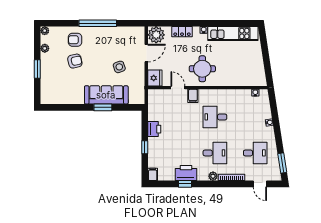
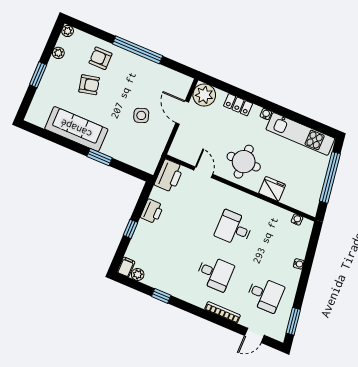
door: (146, 53) -> (182, 113), swing flipped
window: (266, 55) -> (330, 177), added
fridge: (155, 78) -> (272, 189), moved, turned -90
sofa: (106, 95) -> (76, 129), moved
filing cabinet: (193, 96) -> (218, 190), removed
printer: (186, 173) -> (169, 176), moved, turned 90
plant: (213, 176) -> (138, 274), moved
door: (260, 184) -> (254, 335), hinge flipped

